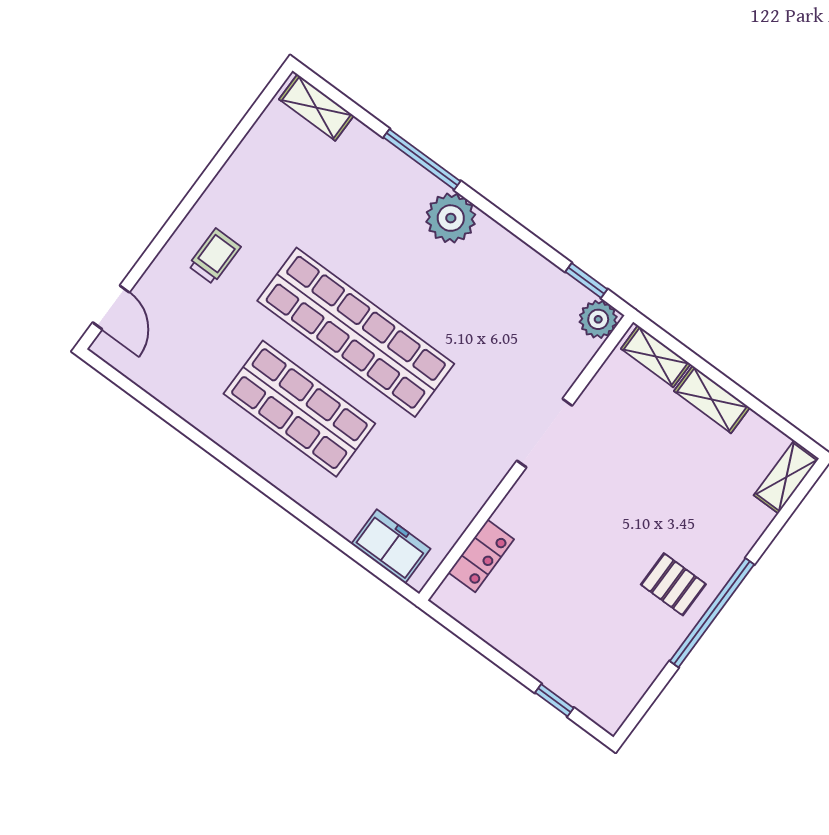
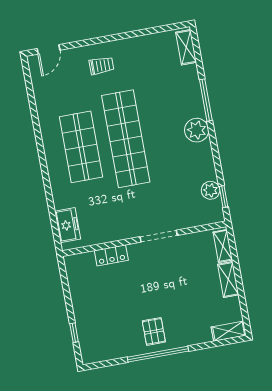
plant: (598, 319) -> (211, 190), moved
locker: (481, 556) -> (111, 255), moved

